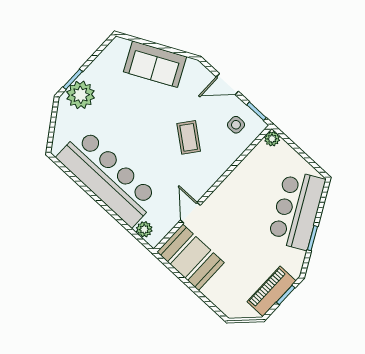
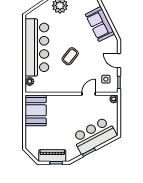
coffee table: (189, 137) -> (70, 56), moved
door: (190, 213) -> (89, 94), moved

